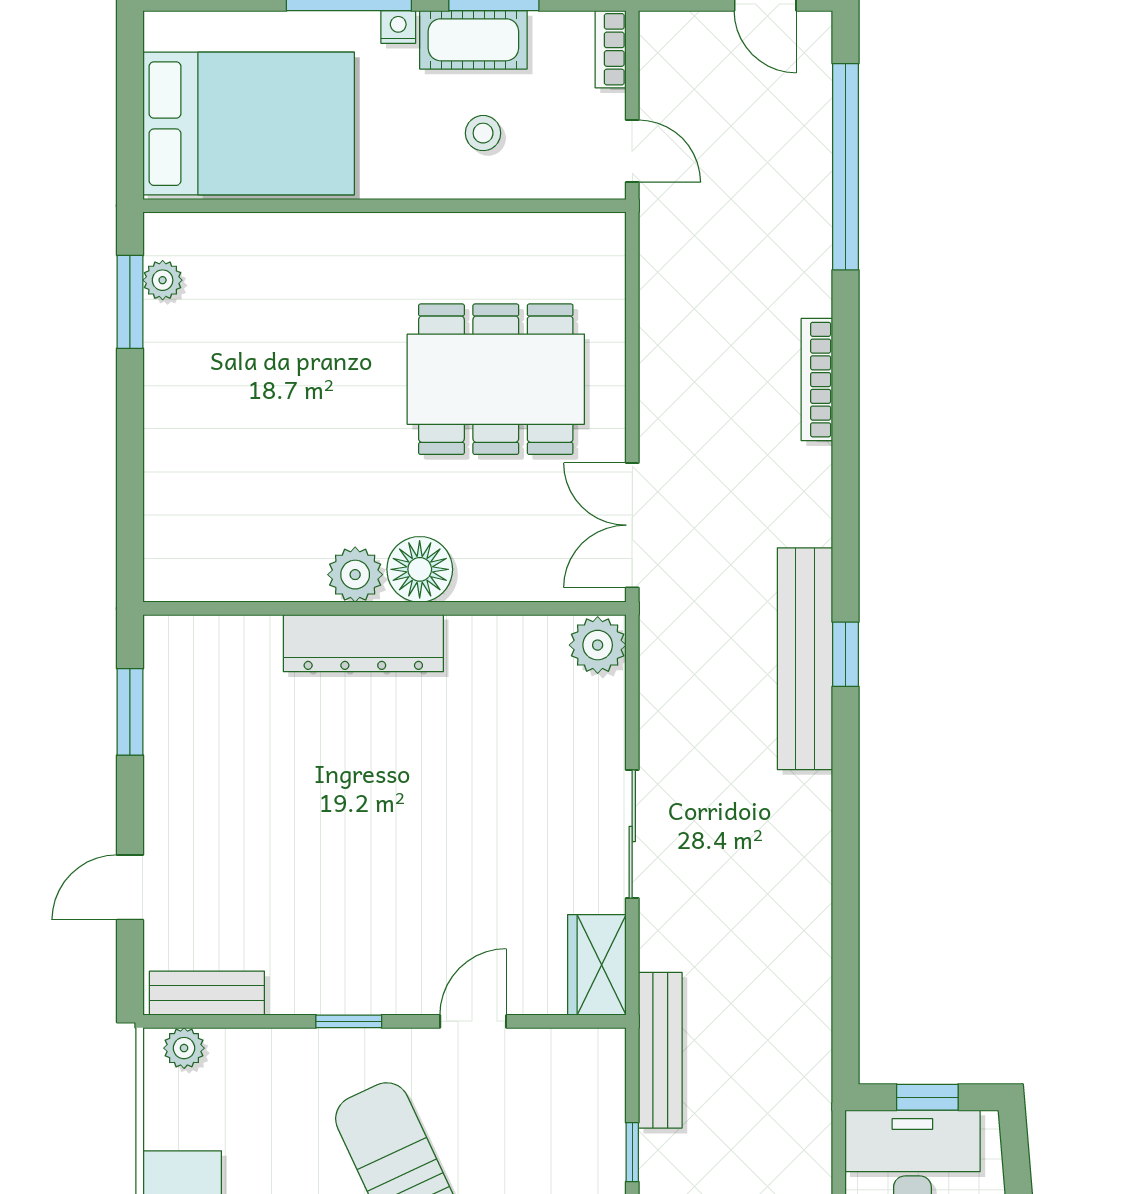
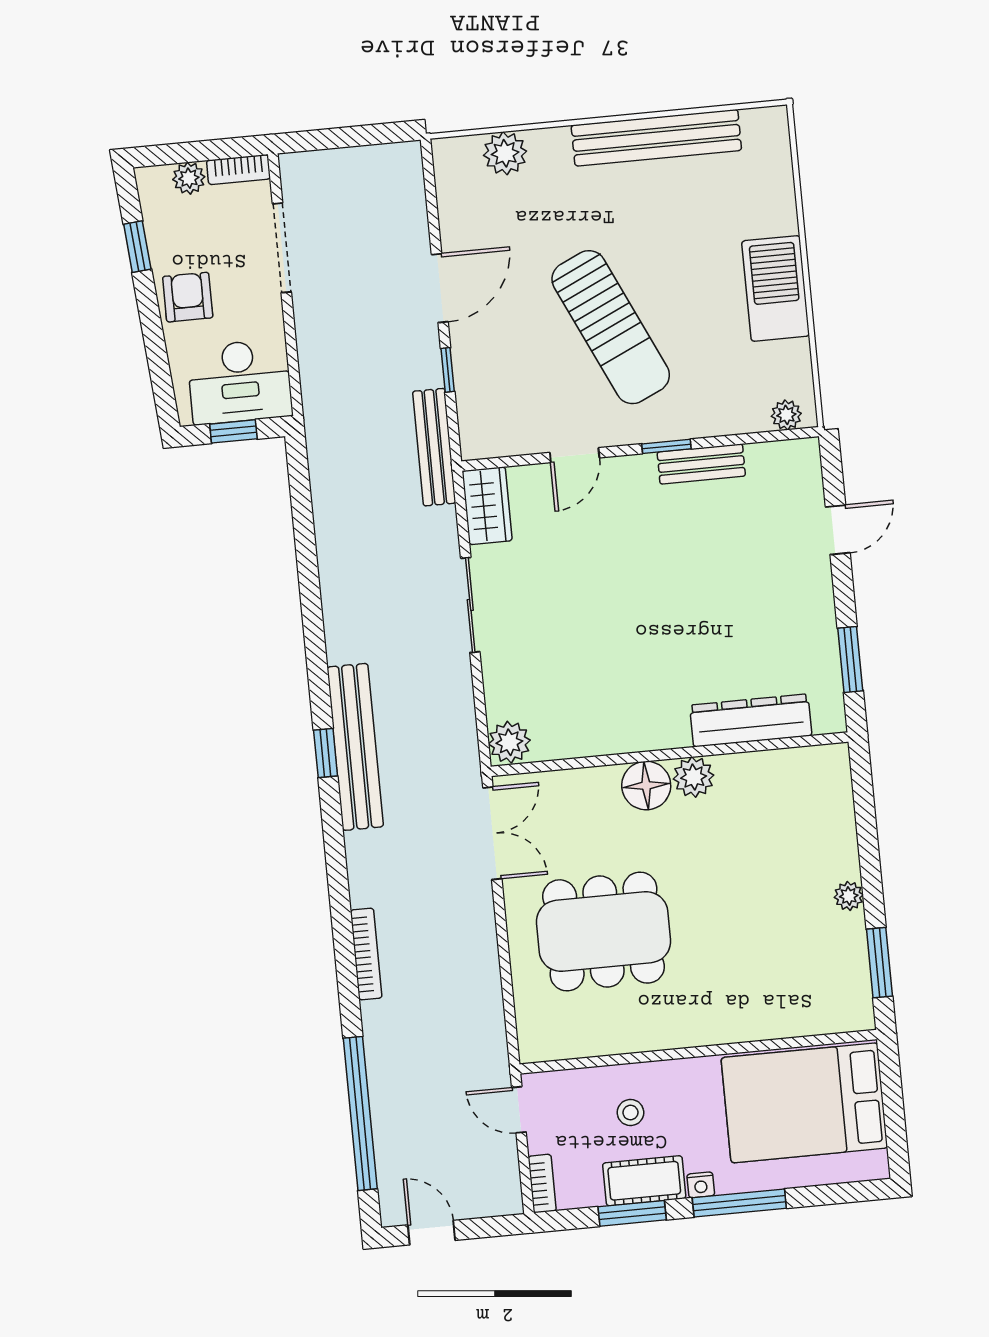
plant: (163, 280) -> (849, 896), moved
dresser: (363, 643) -> (751, 720), moved
bench: (207, 993) -> (701, 464), moved

